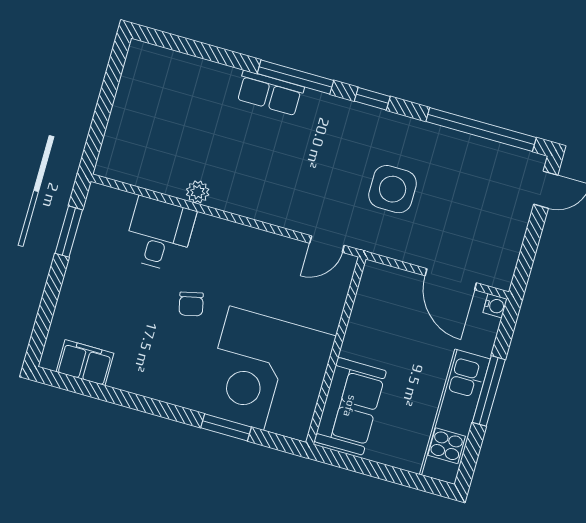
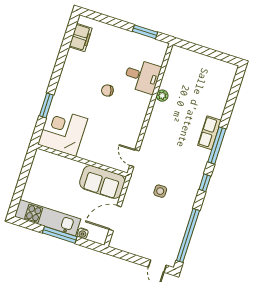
side table: (393, 189) -> (160, 191), width x0.54, depth x0.54
water cooler: (495, 306) -> (83, 233), moved
corner desk: (268, 374) -> (63, 132), width x0.74, depth x0.74
sofa: (350, 406) -> (102, 182), moved

